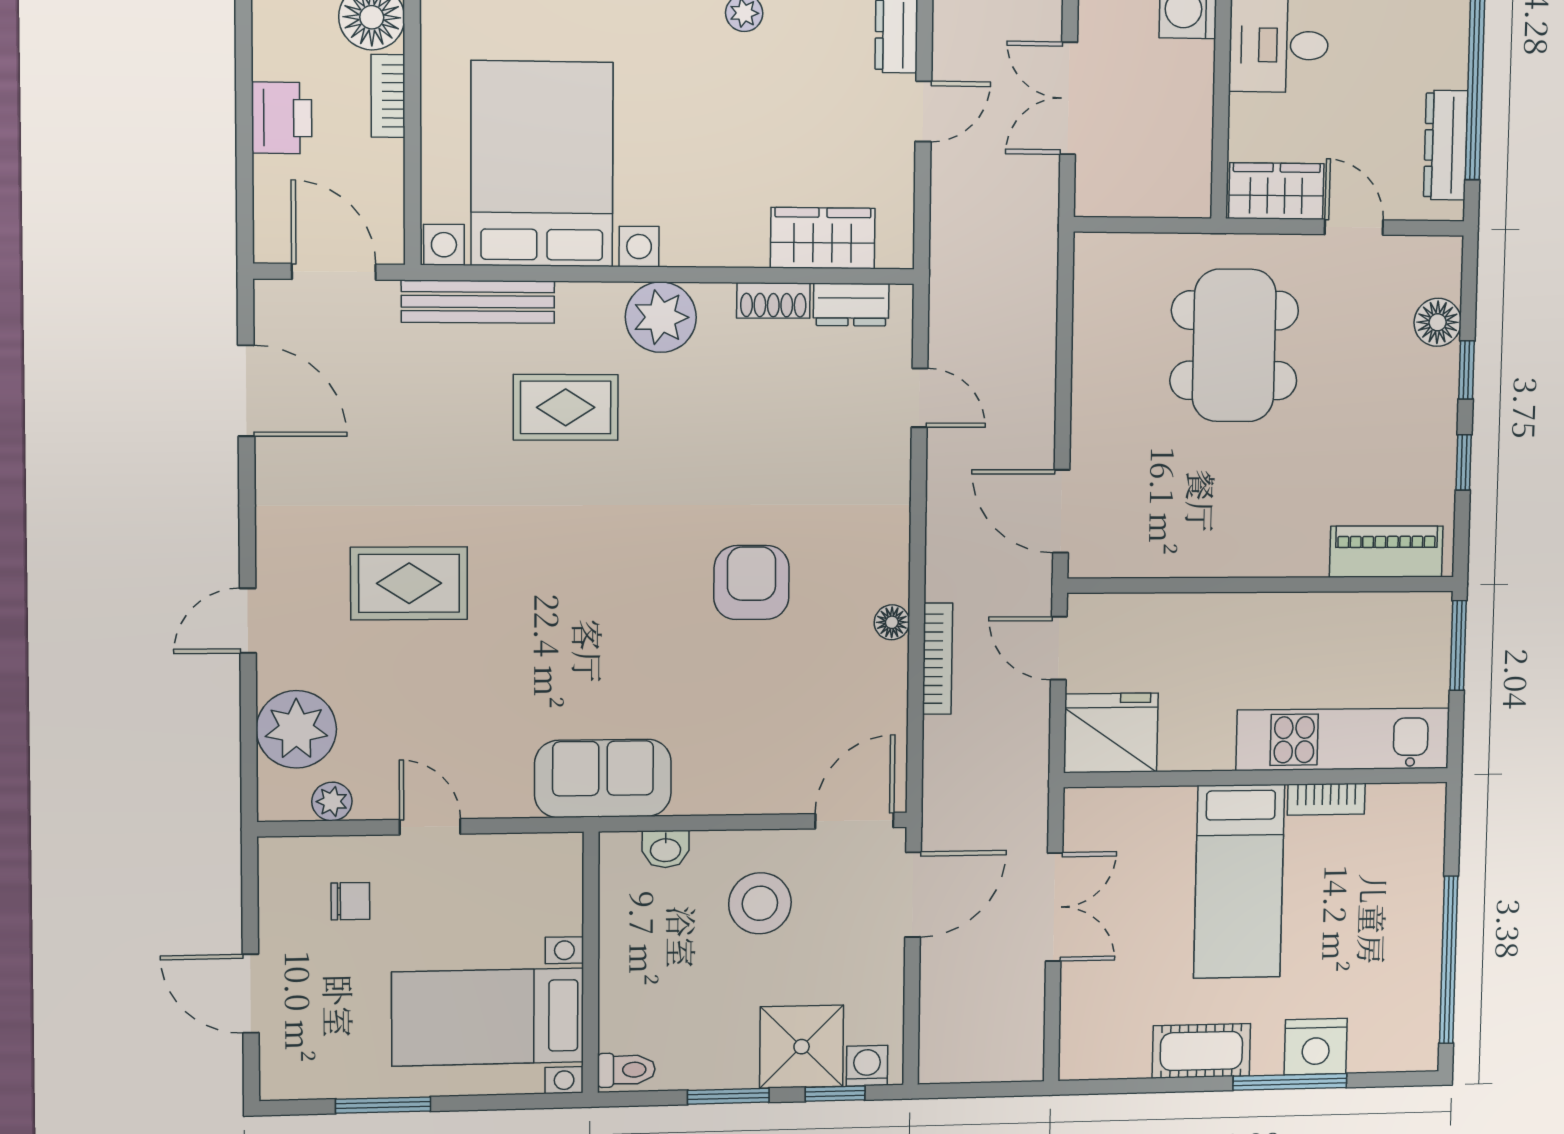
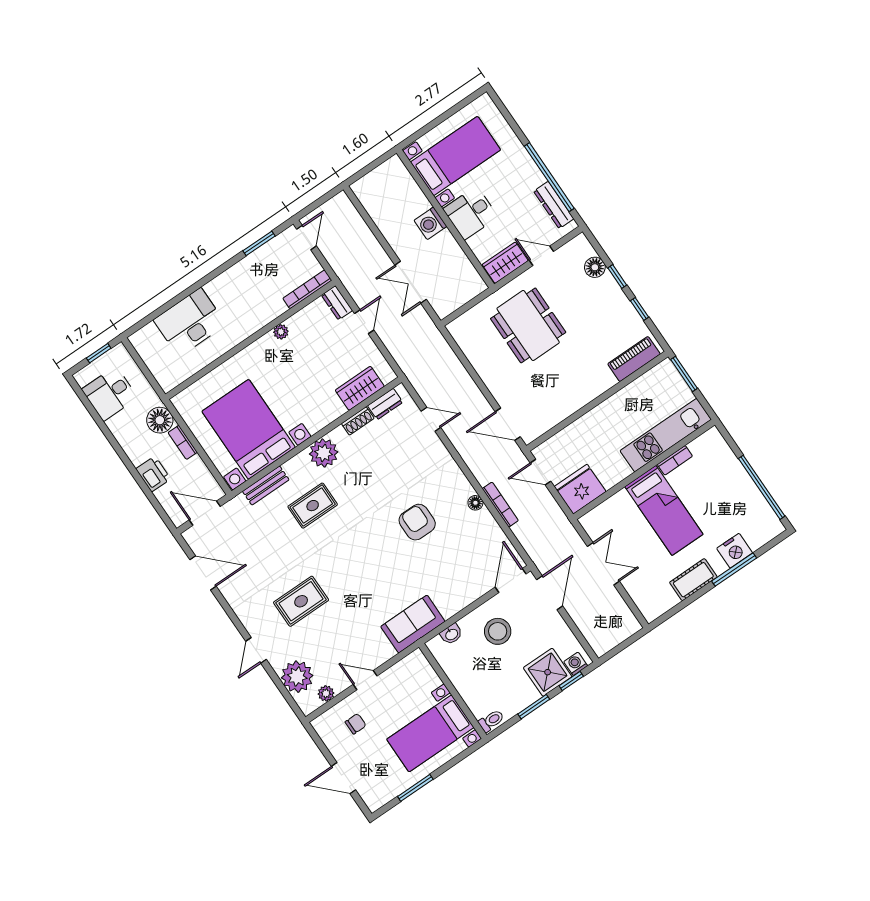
bench: (478, 302) -> (266, 486), width x0.73

